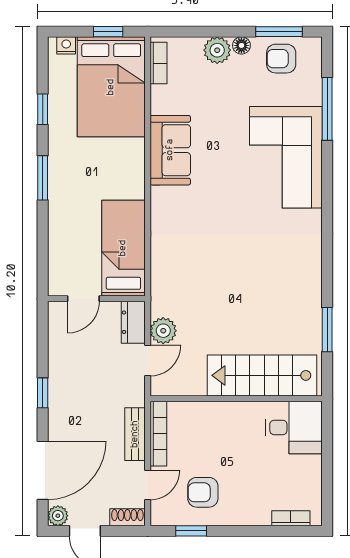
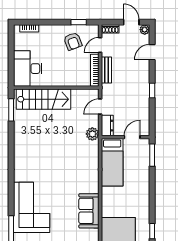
window: (43, 178) -> (152, 155), moved
window: (327, 330) -> (11, 110), moved
plant: (163, 331) -> (92, 134), moved
desk: (294, 427) -> (28, 69), width x1.37
door: (43, 470) -> (152, 52), width x0.53
armchair: (203, 492) -> (73, 41), turned 69

